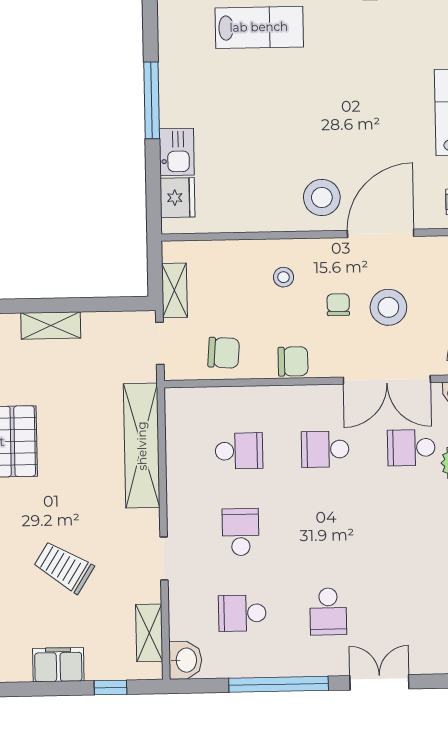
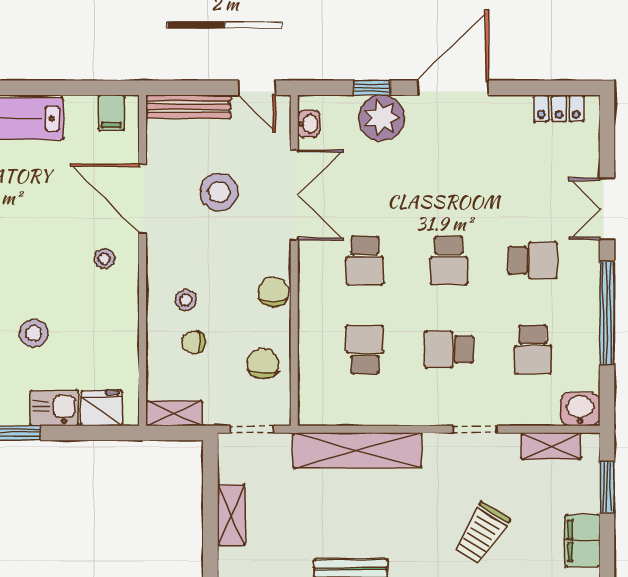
stool: (249, 131) -> (34, 333), added
stool: (322, 197) -> (104, 259), width x0.53, depth x0.53
shelving: (174, 290) -> (174, 413), moved
chair: (338, 305) -> (194, 342), moved
shelving: (51, 325) -> (231, 515), moved
school desk: (411, 448) -> (449, 260), moved
window: (111, 687) -> (607, 487), width x1.50

